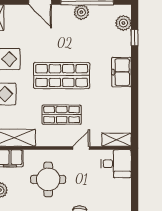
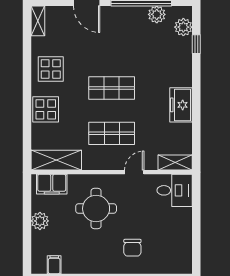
plant: (81, 12) -> (157, 14), moved
freezer: (121, 72) -> (181, 105), moved
shop shelf: (62, 76) -> (112, 88), width x0.70, depth x0.74

